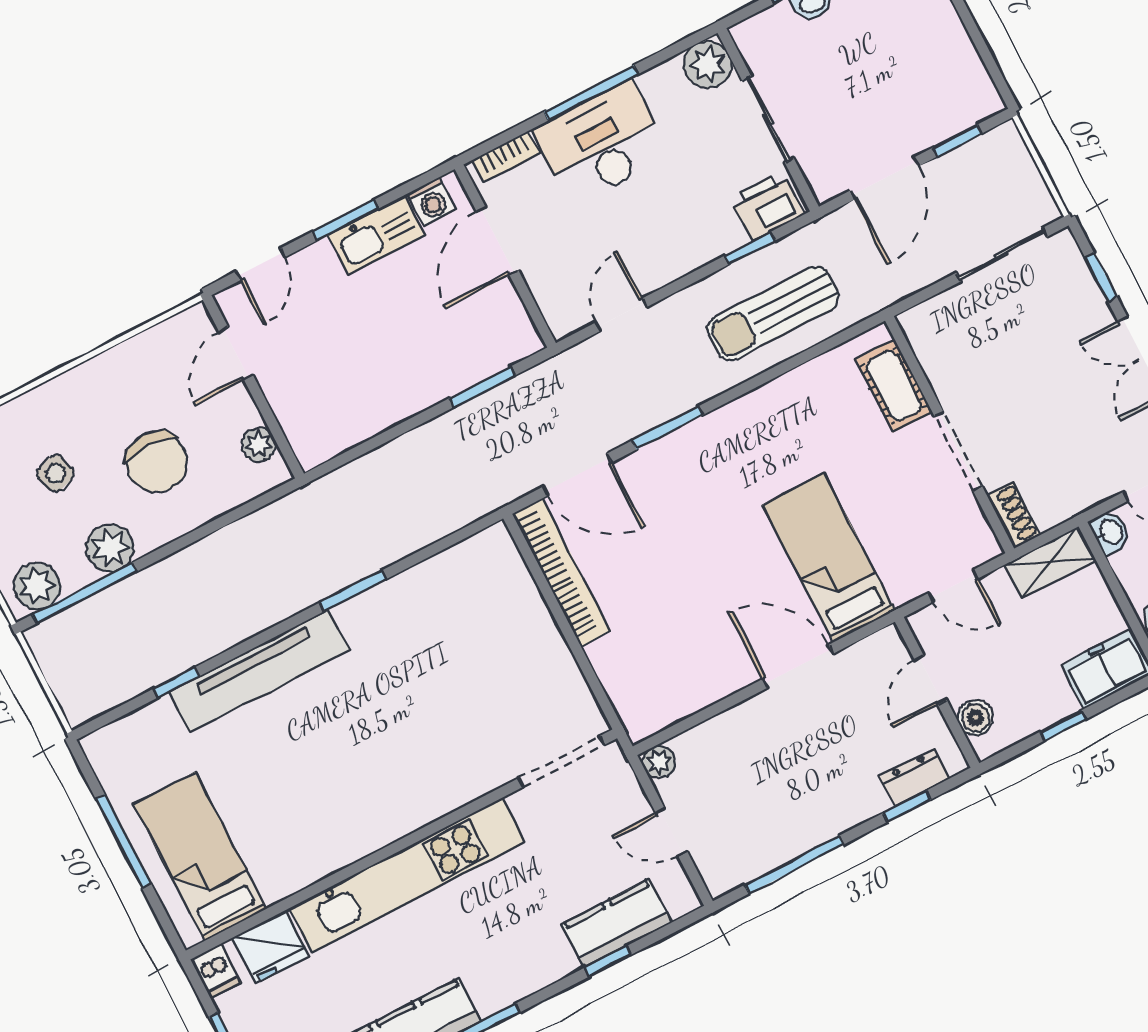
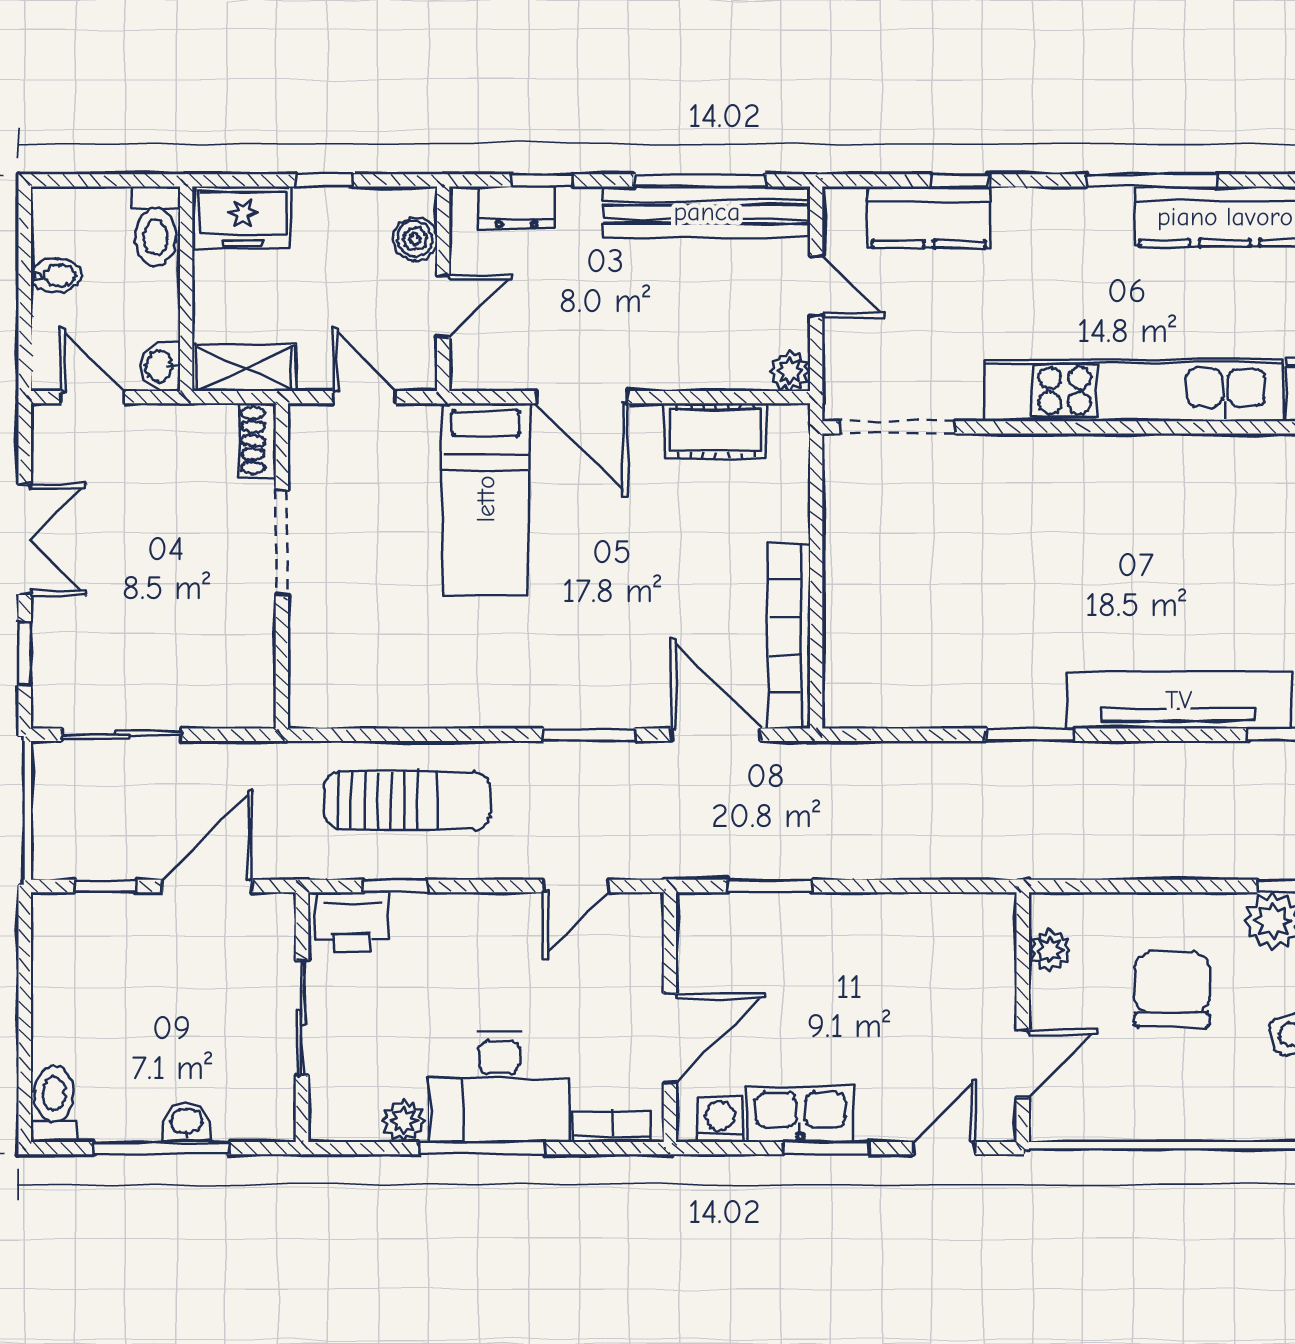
plant: (708, 64) -> (404, 1121), moved, width x0.73, depth x0.73
cot: (894, 386) -> (715, 431), moved, turned 90
bench: (777, 845) -> (707, 212), added

